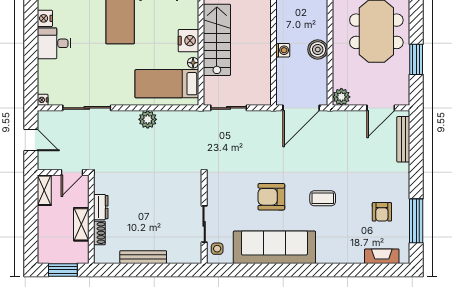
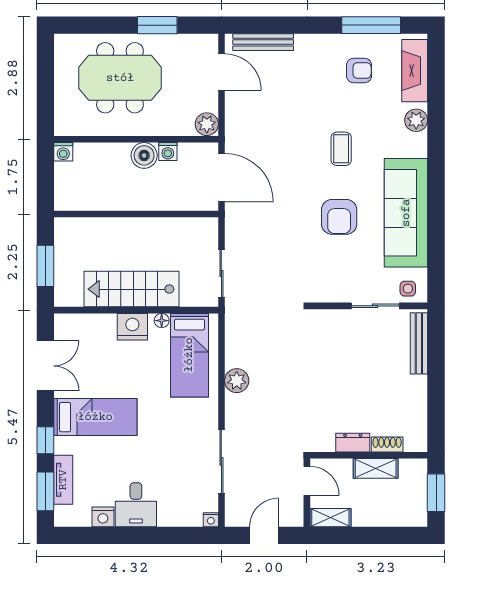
washing machine: (283, 50) -> (168, 152), moved, turned 180
plant: (344, 255) -> (416, 120), added
fireplace: (382, 256) -> (415, 71), width x1.37, depth x1.32
bench: (143, 257) -> (419, 343), moved

